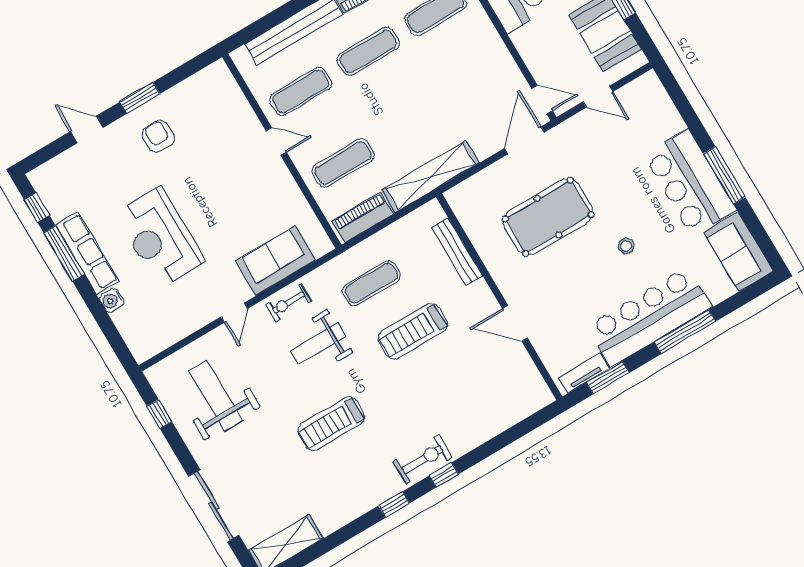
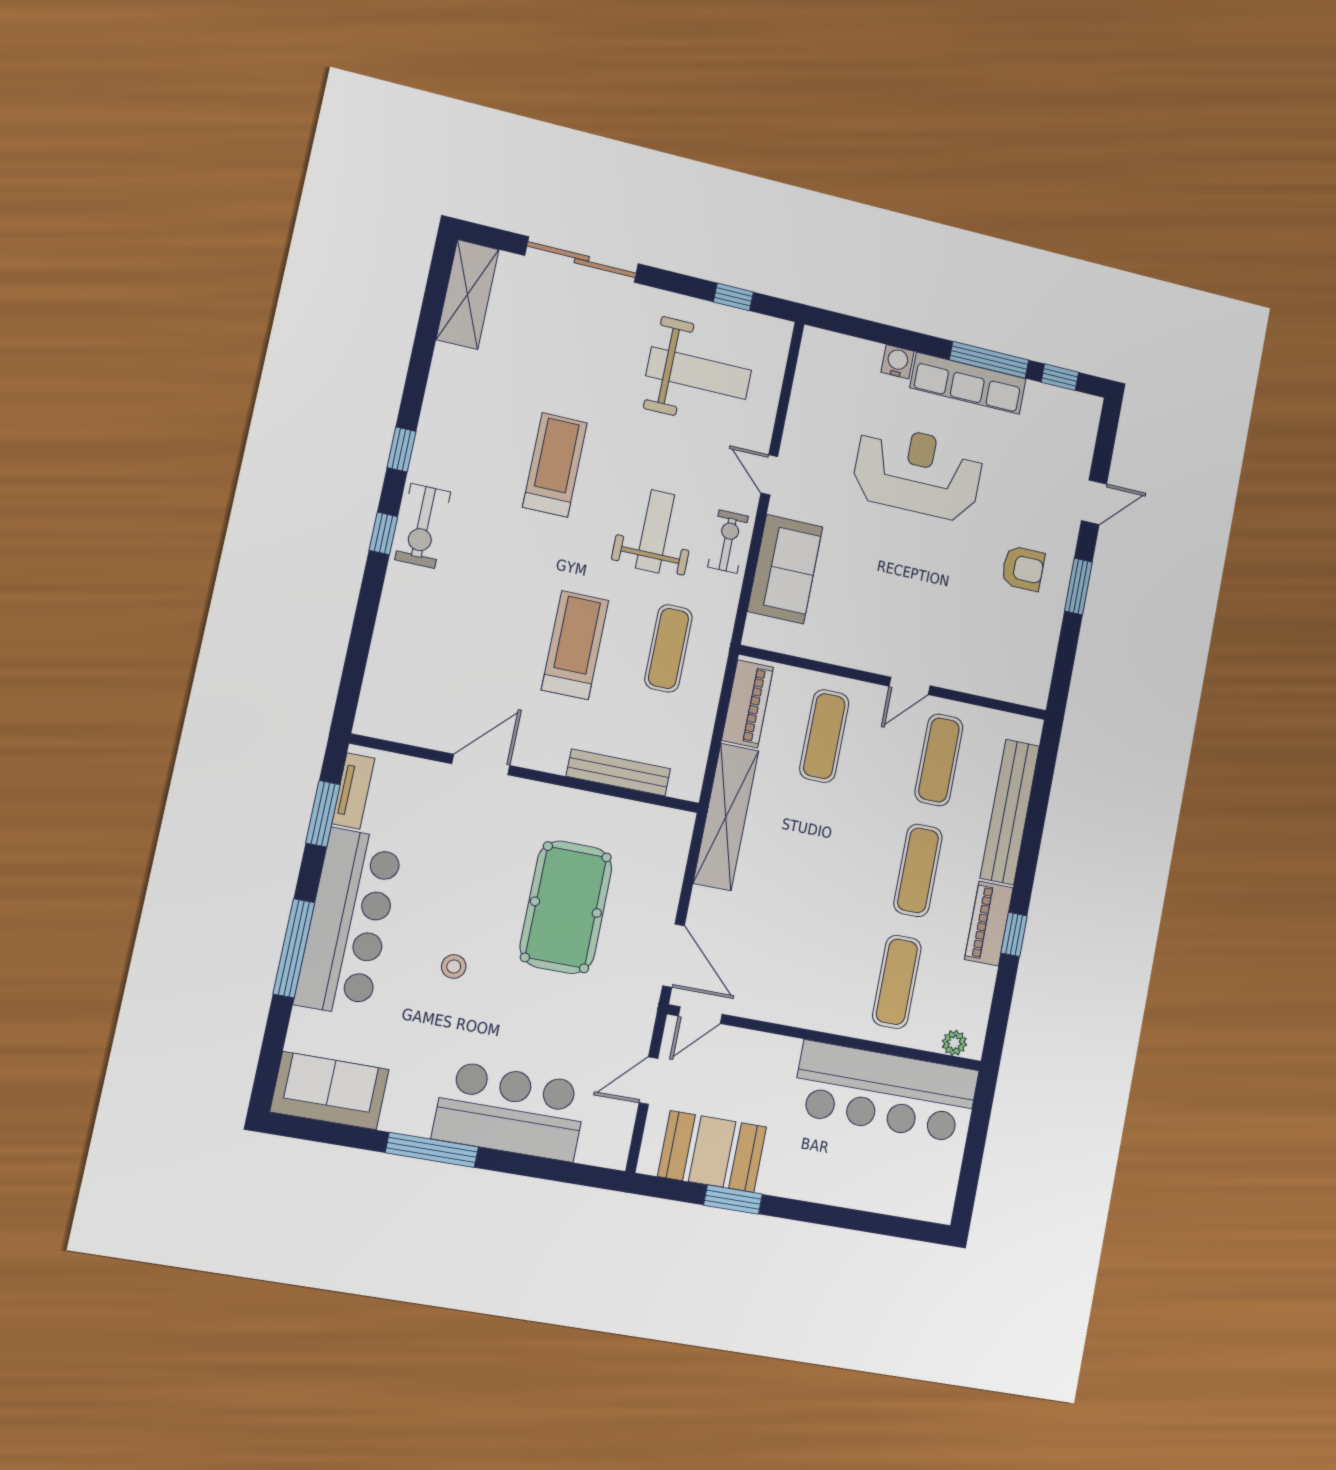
bar counter: (690, 183) -> (510, 1111), moved

